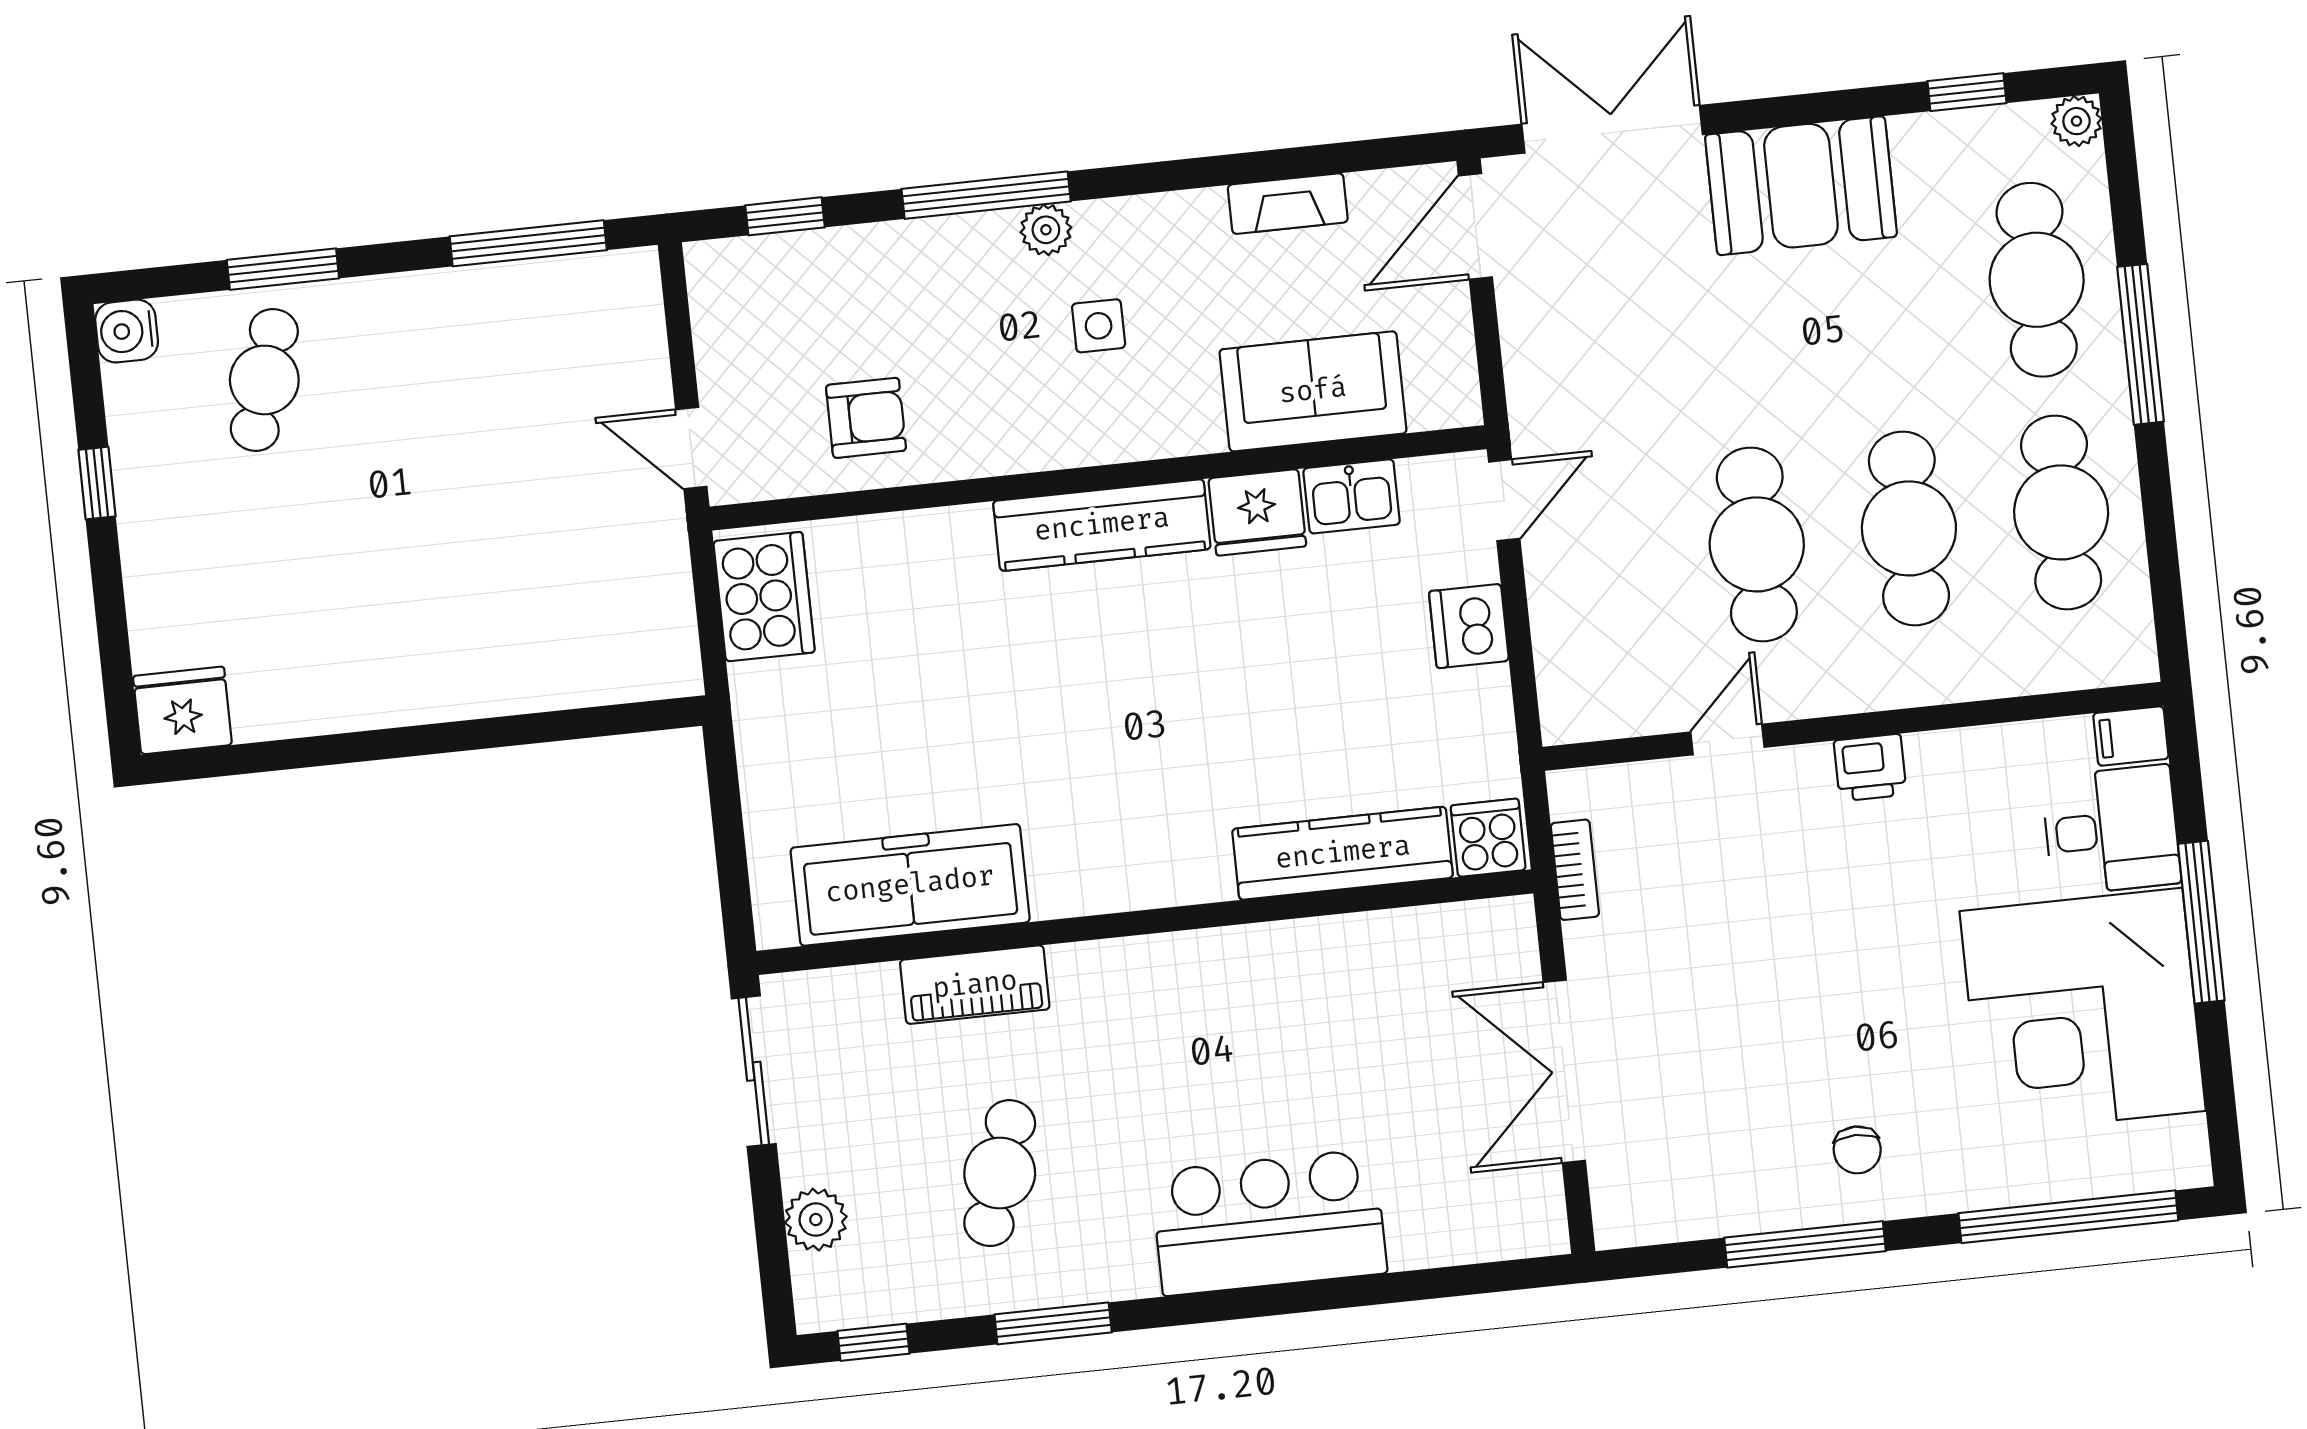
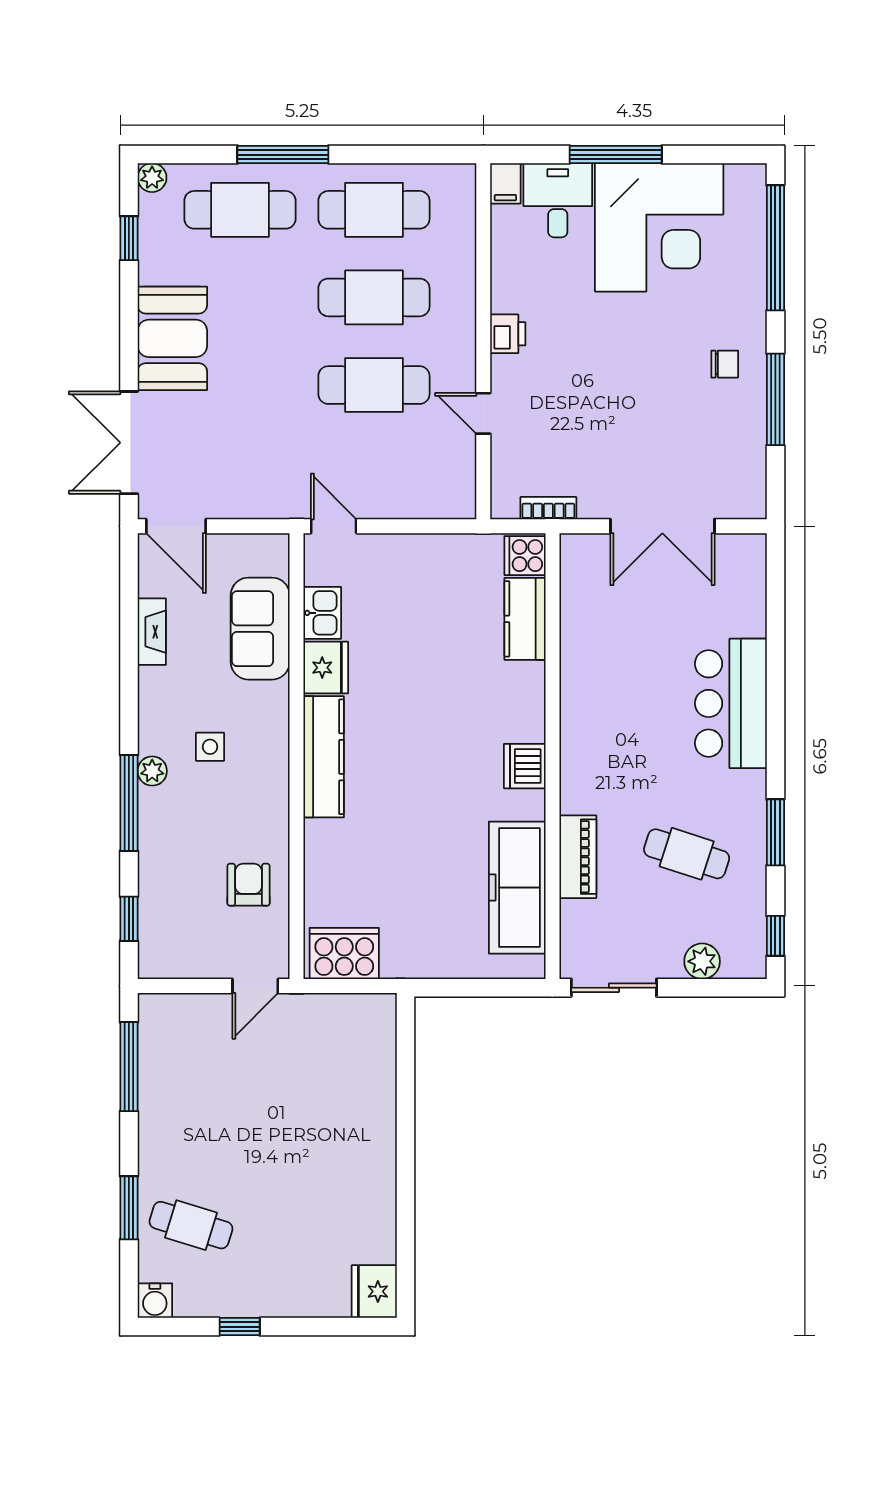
dishwasher: (1469, 626) -> (525, 766), moved, turned 90
kitchen counter: (1343, 853) -> (525, 619), width x0.67

